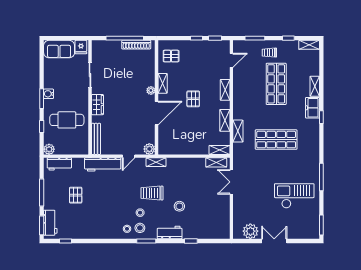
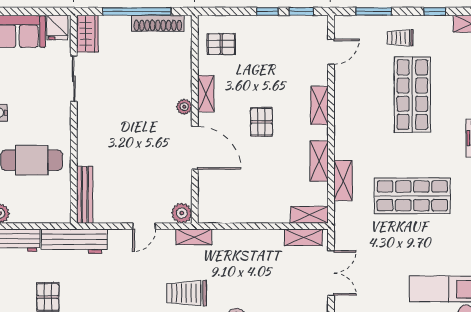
wardrobe: (97, 105) -> (87, 34), moved
door: (157, 113) -> (195, 148), hinge flipped
workbench: (103, 164) -> (74, 241), moved
double door: (231, 182) -> (331, 273), swing flipped

